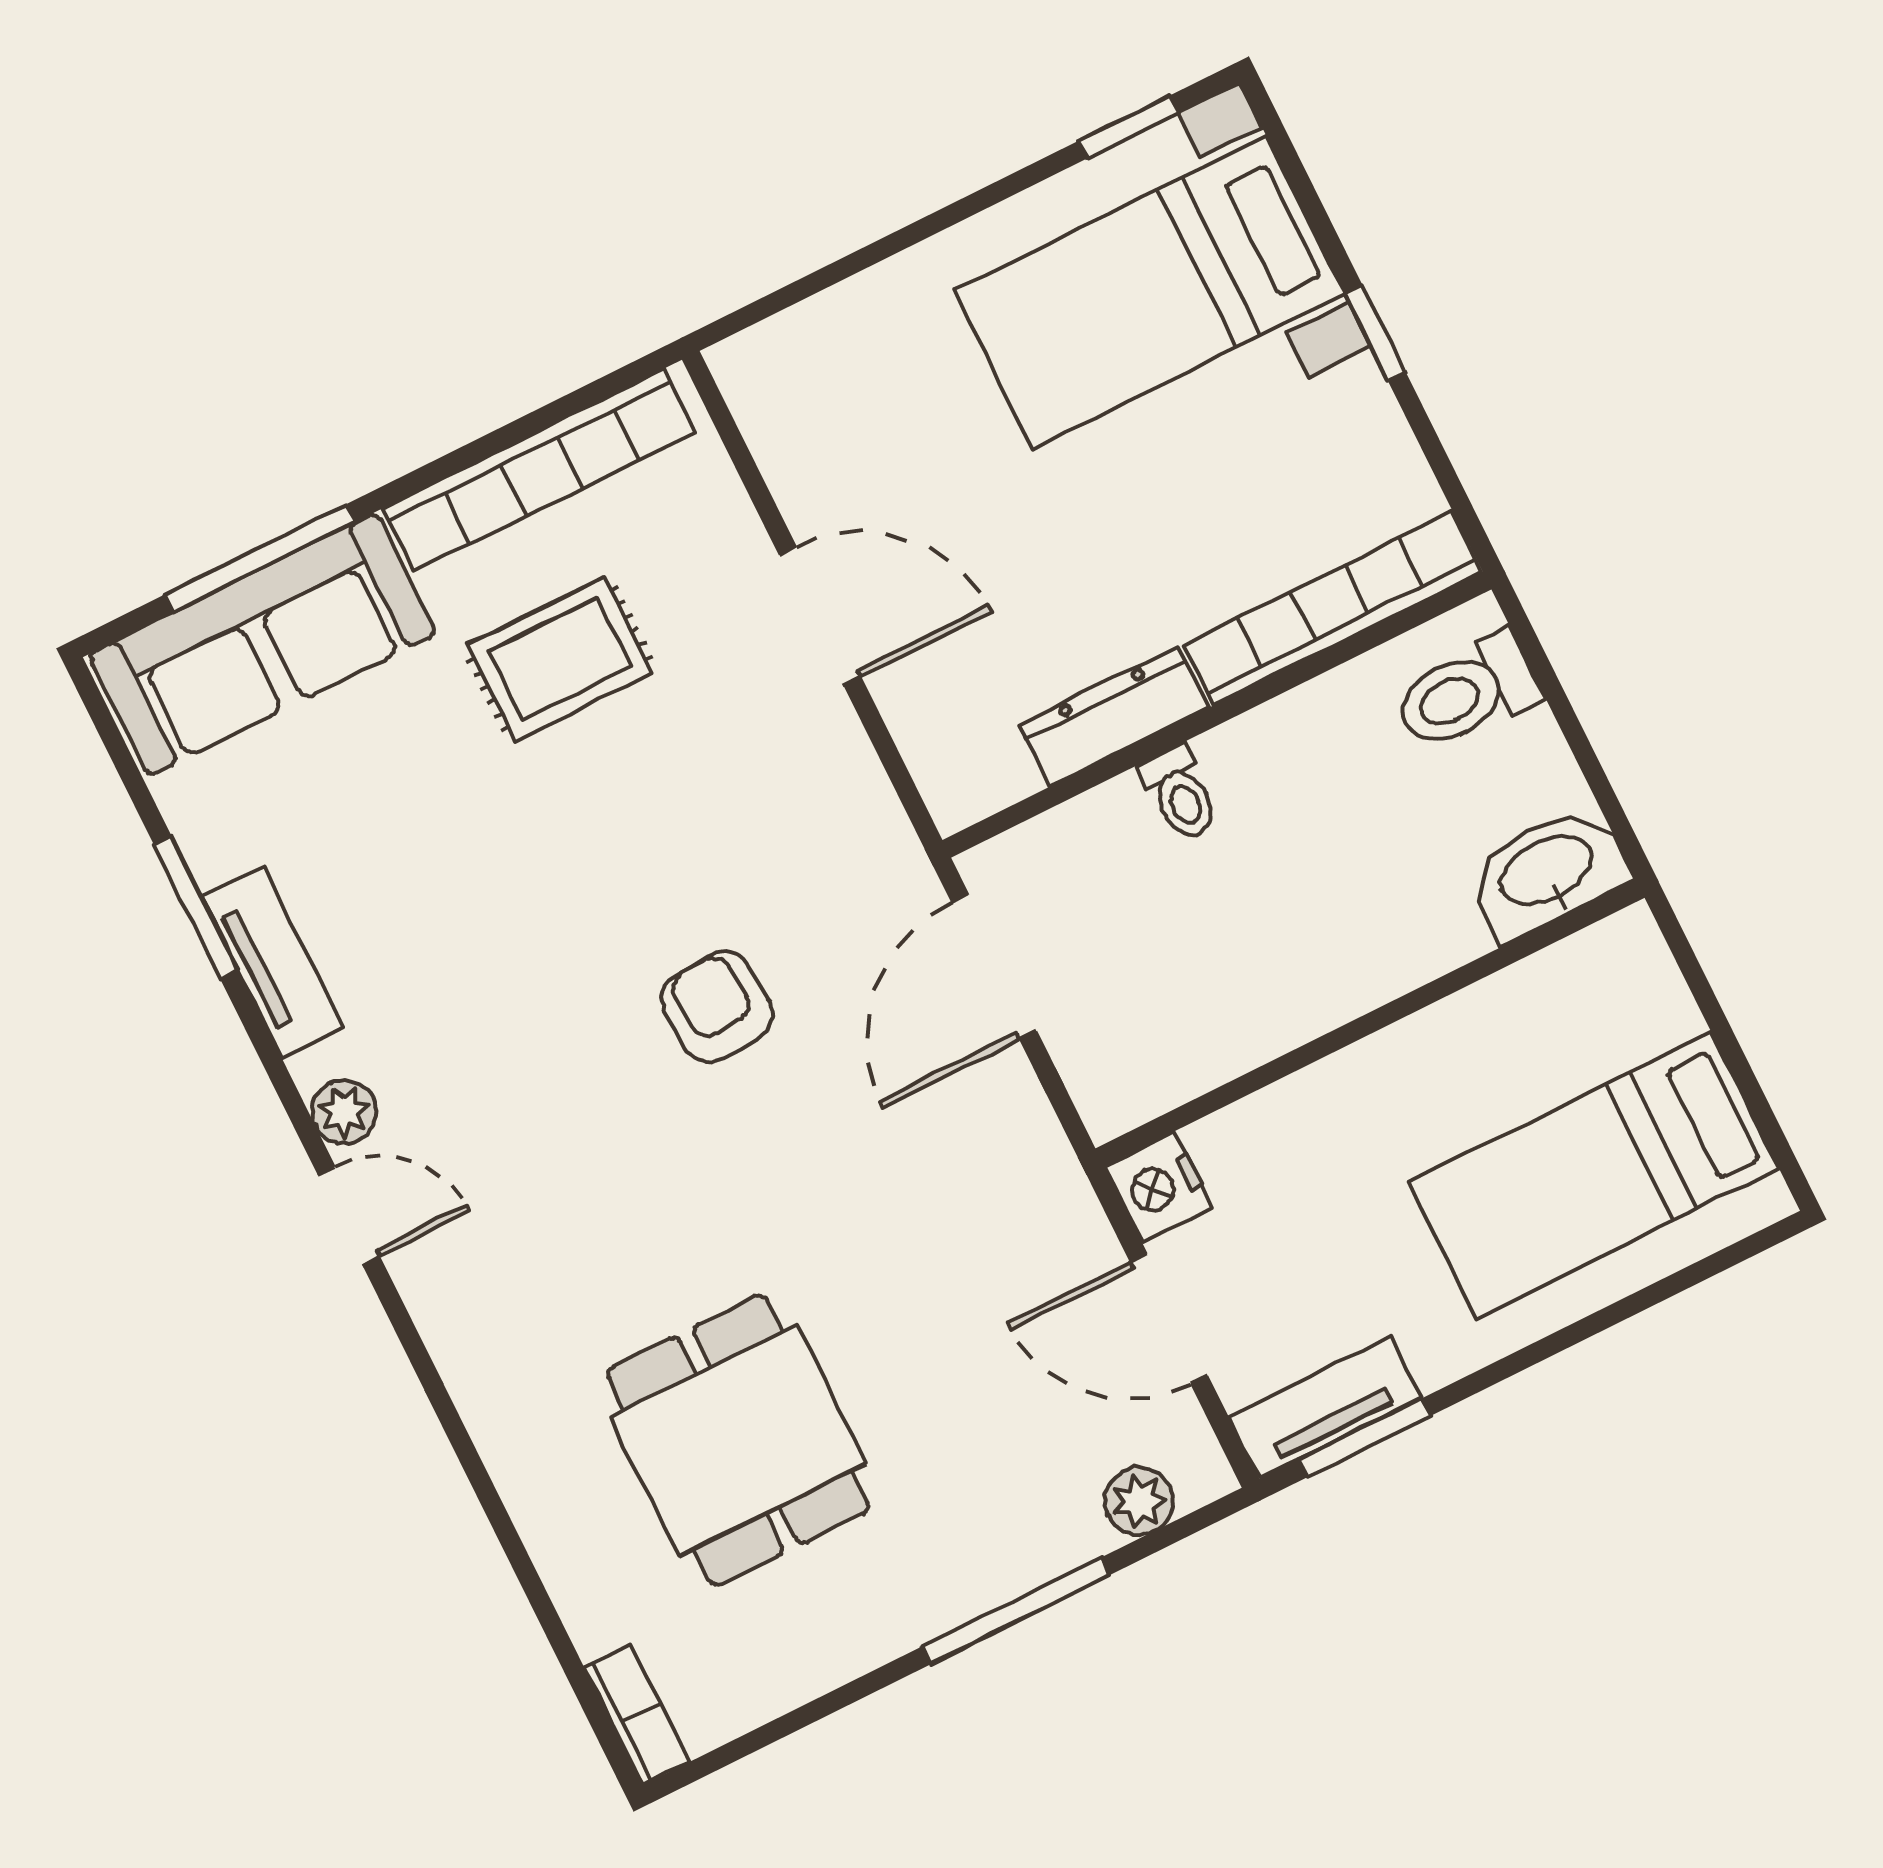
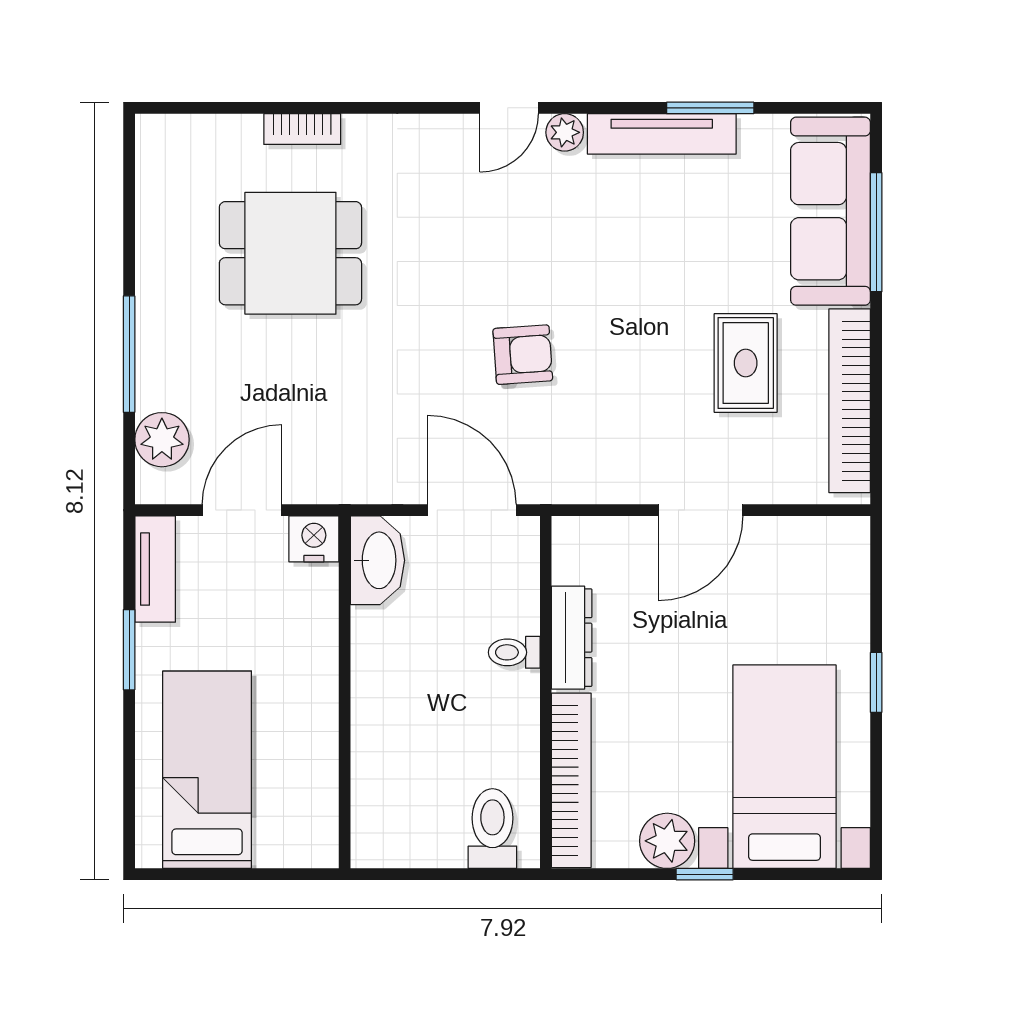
window: (1129, 127) -> (876, 682), moved
plant: (1352, 415) -> (667, 841), added
washbasin: (1547, 872) -> (377, 560), moved
tv unit: (272, 962) -> (662, 134), width x1.41
window: (1364, 1438) -> (129, 650), moved
plant: (1139, 1501) -> (162, 440), width x1.38, depth x1.38
bookcase: (637, 1714) -> (302, 129), moved

